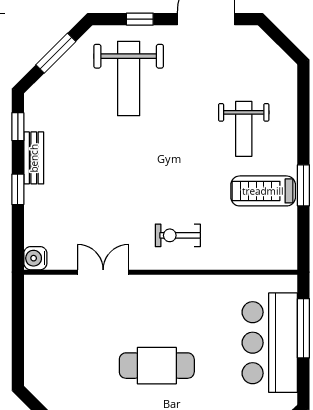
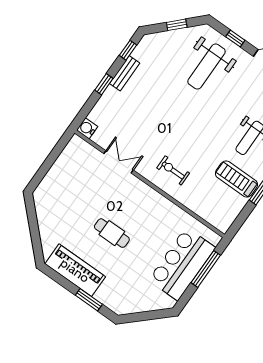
window: (56, 53) -> (177, 25), width x0.67
cafe table: (157, 366) -> (112, 233), width x0.73, depth x0.74

